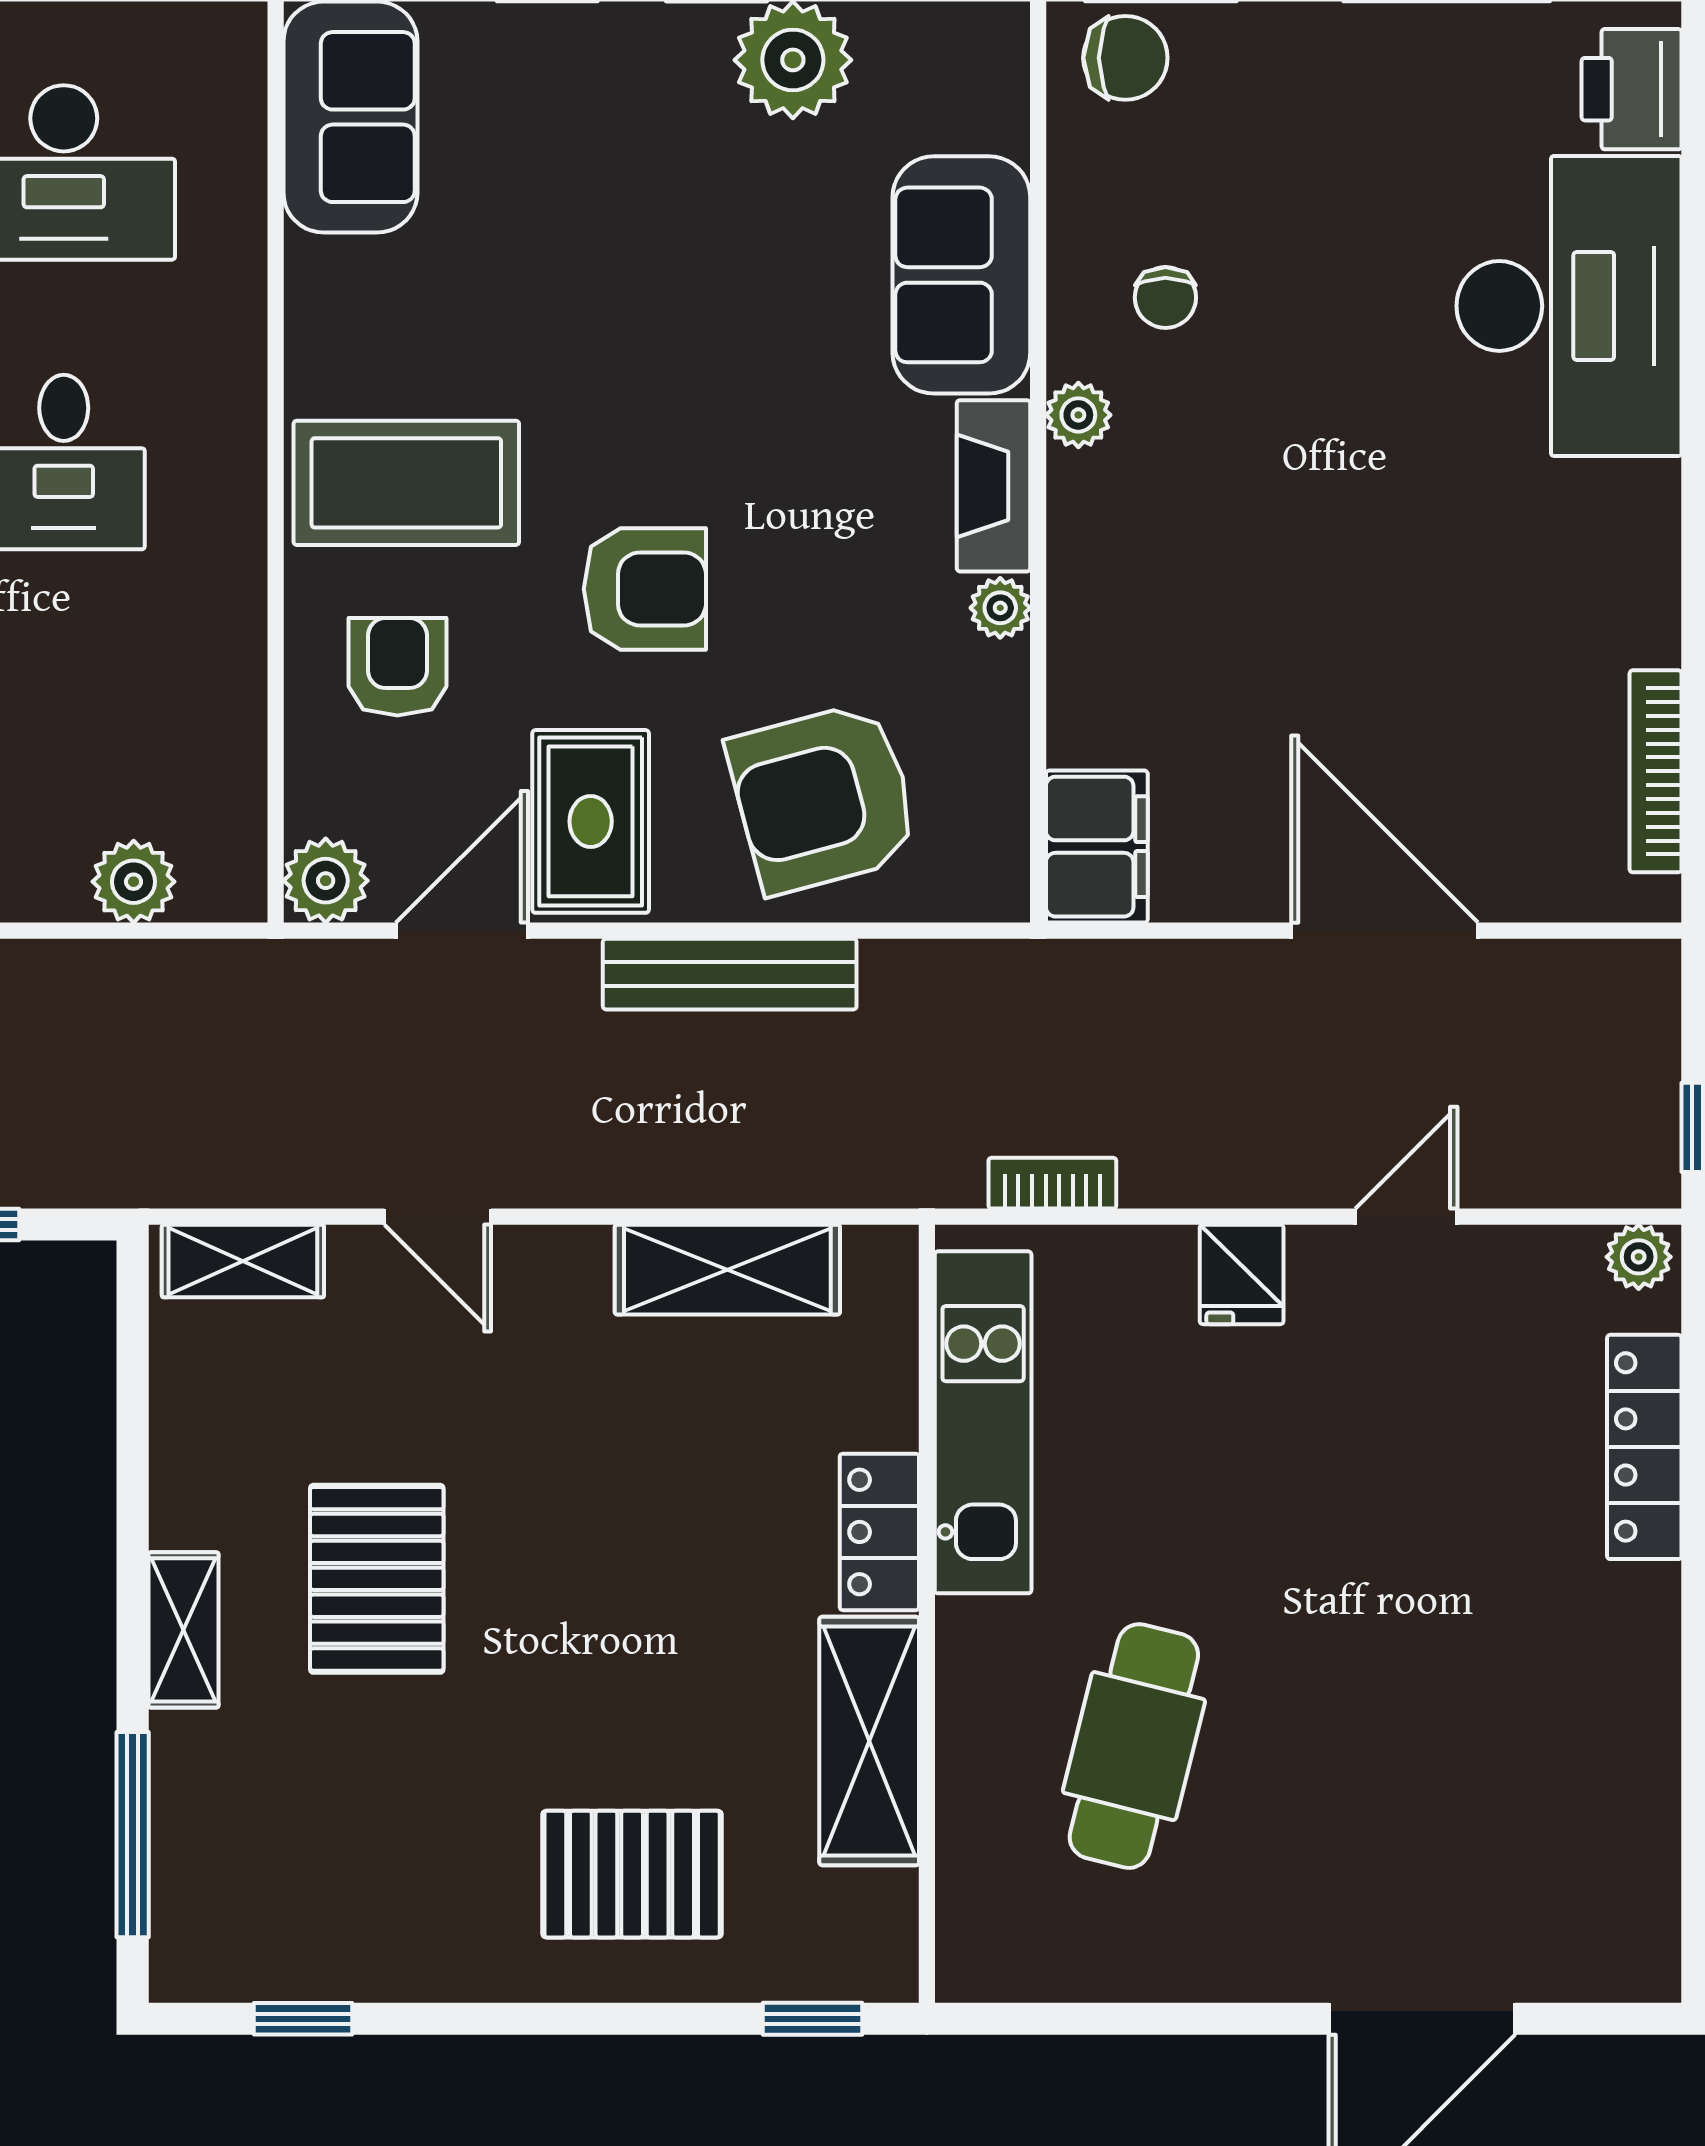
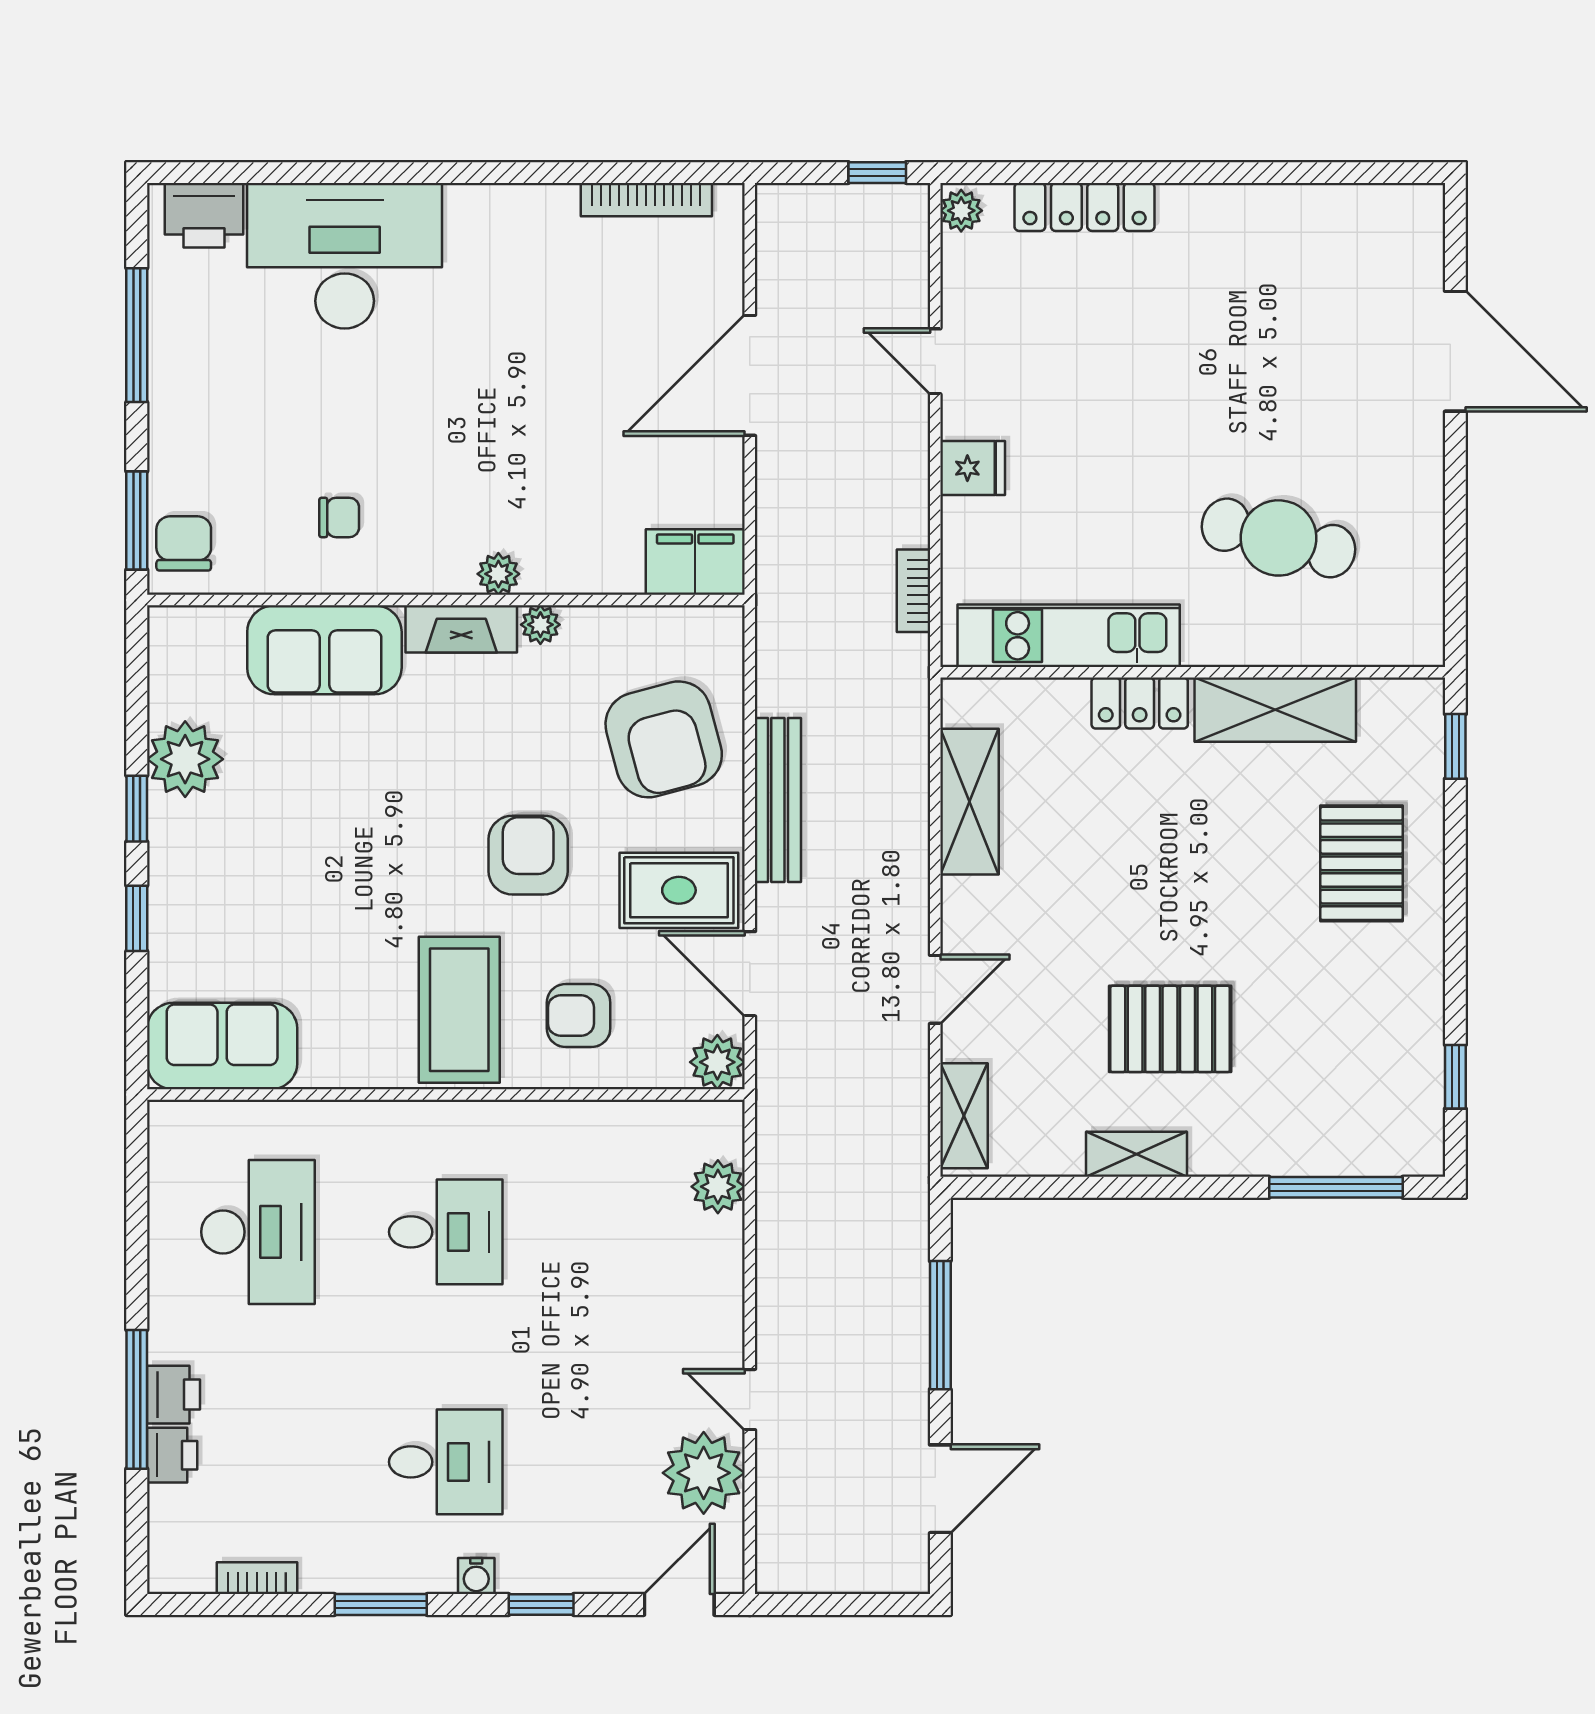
plant: (1078, 415) -> (498, 574), moved
shelving: (183, 1630) -> (1136, 1154), moved

